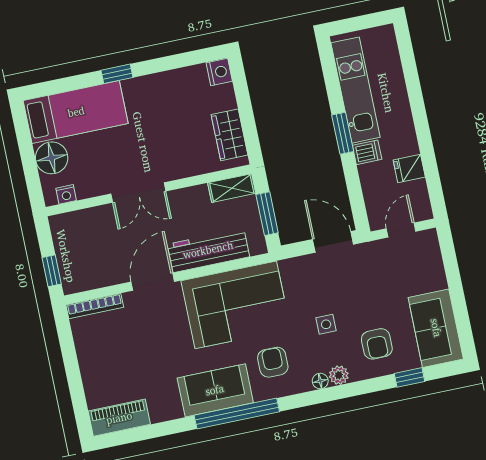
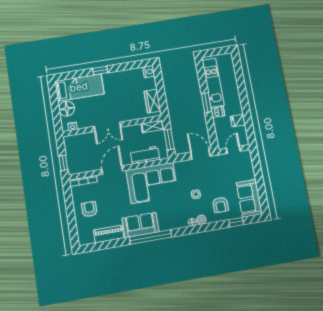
workbench: (208, 250) -> (145, 155), width x0.73
armchair: (273, 362) -> (89, 209), moved
piano: (119, 418) -> (109, 234), moved

